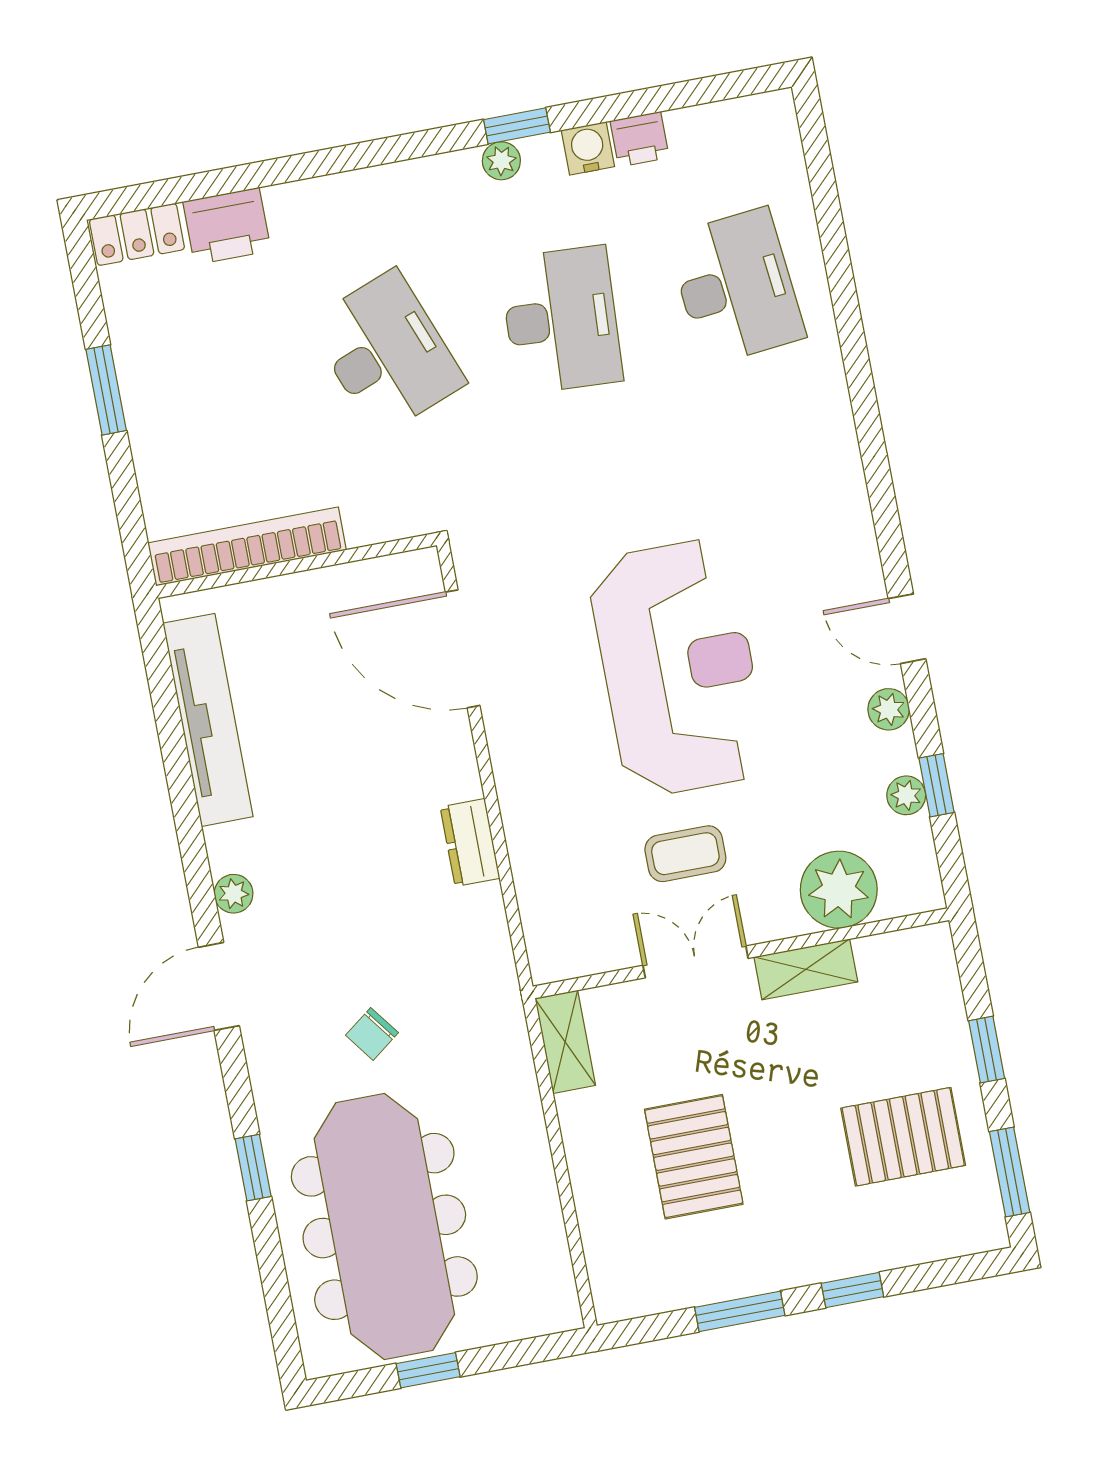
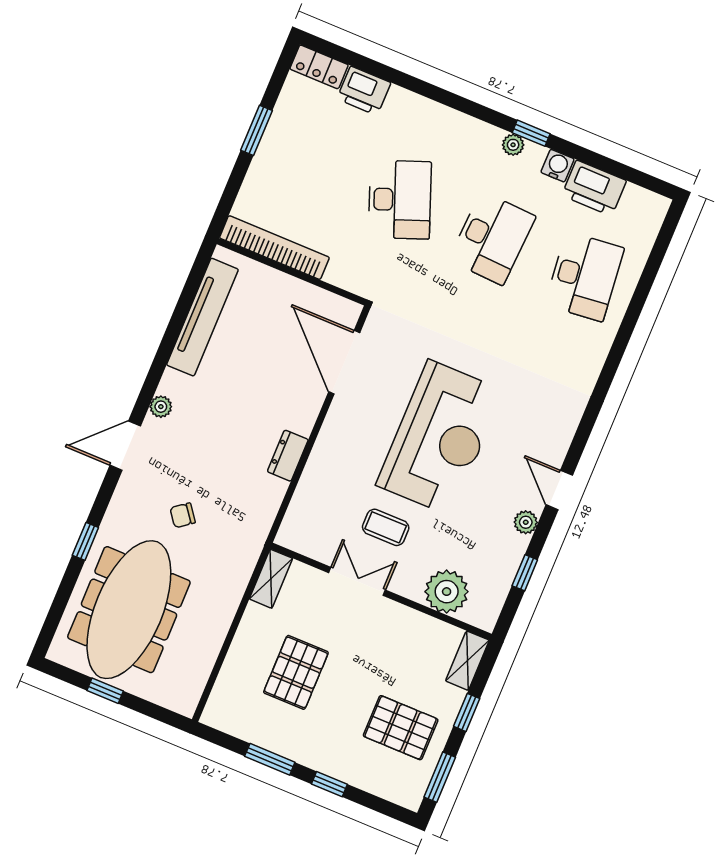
printer: (640, 139) -> (594, 188), width x1.87, depth x1.48
plant: (906, 795) -> (507, 568), removed
shelving: (806, 969) -> (467, 661), moved, turned 90

